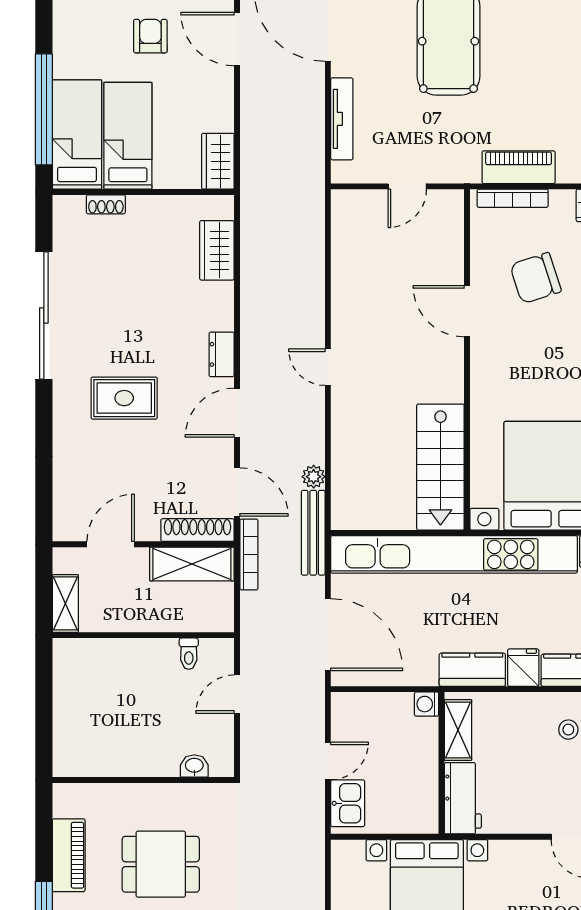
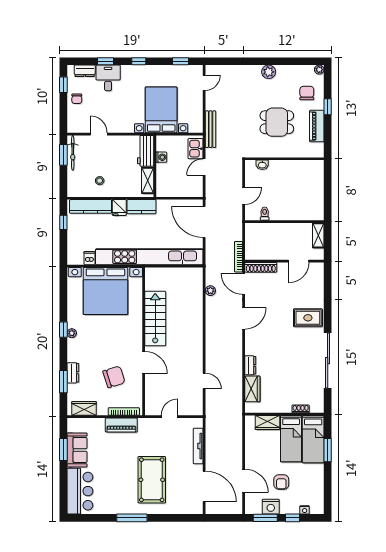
window: (44, 109) -> (328, 450), width x0.47
wardrobe: (218, 161) -> (267, 423), moved, turned 90
dresser: (222, 354) -> (250, 365), moved
door: (328, 367) -> (204, 381), moved
rug: (124, 398) -> (308, 318), moved
stairs: (440, 467) -> (155, 319), moved
bench: (313, 533) -> (211, 129), moved
shelving: (192, 564) -> (263, 253), removed
washing machine: (427, 704) -> (161, 157), moved

